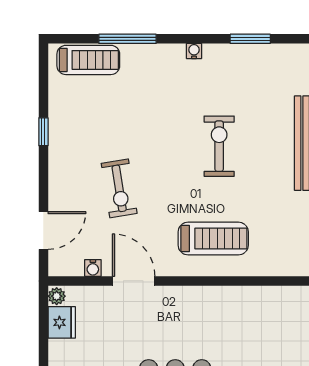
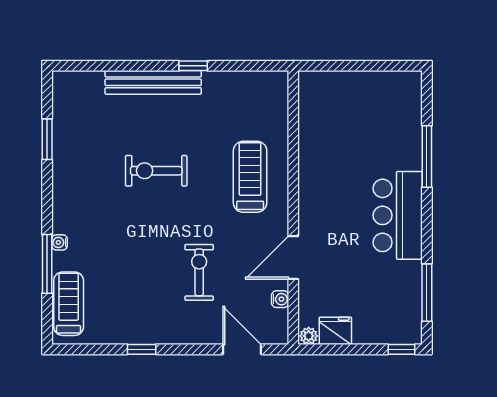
water cooler: (194, 51) -> (60, 242), moved
exercise bike: (119, 188) -> (199, 272), turned -81

